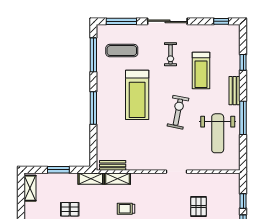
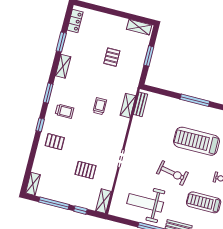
shelving: (91, 179) -> (104, 201), moved

